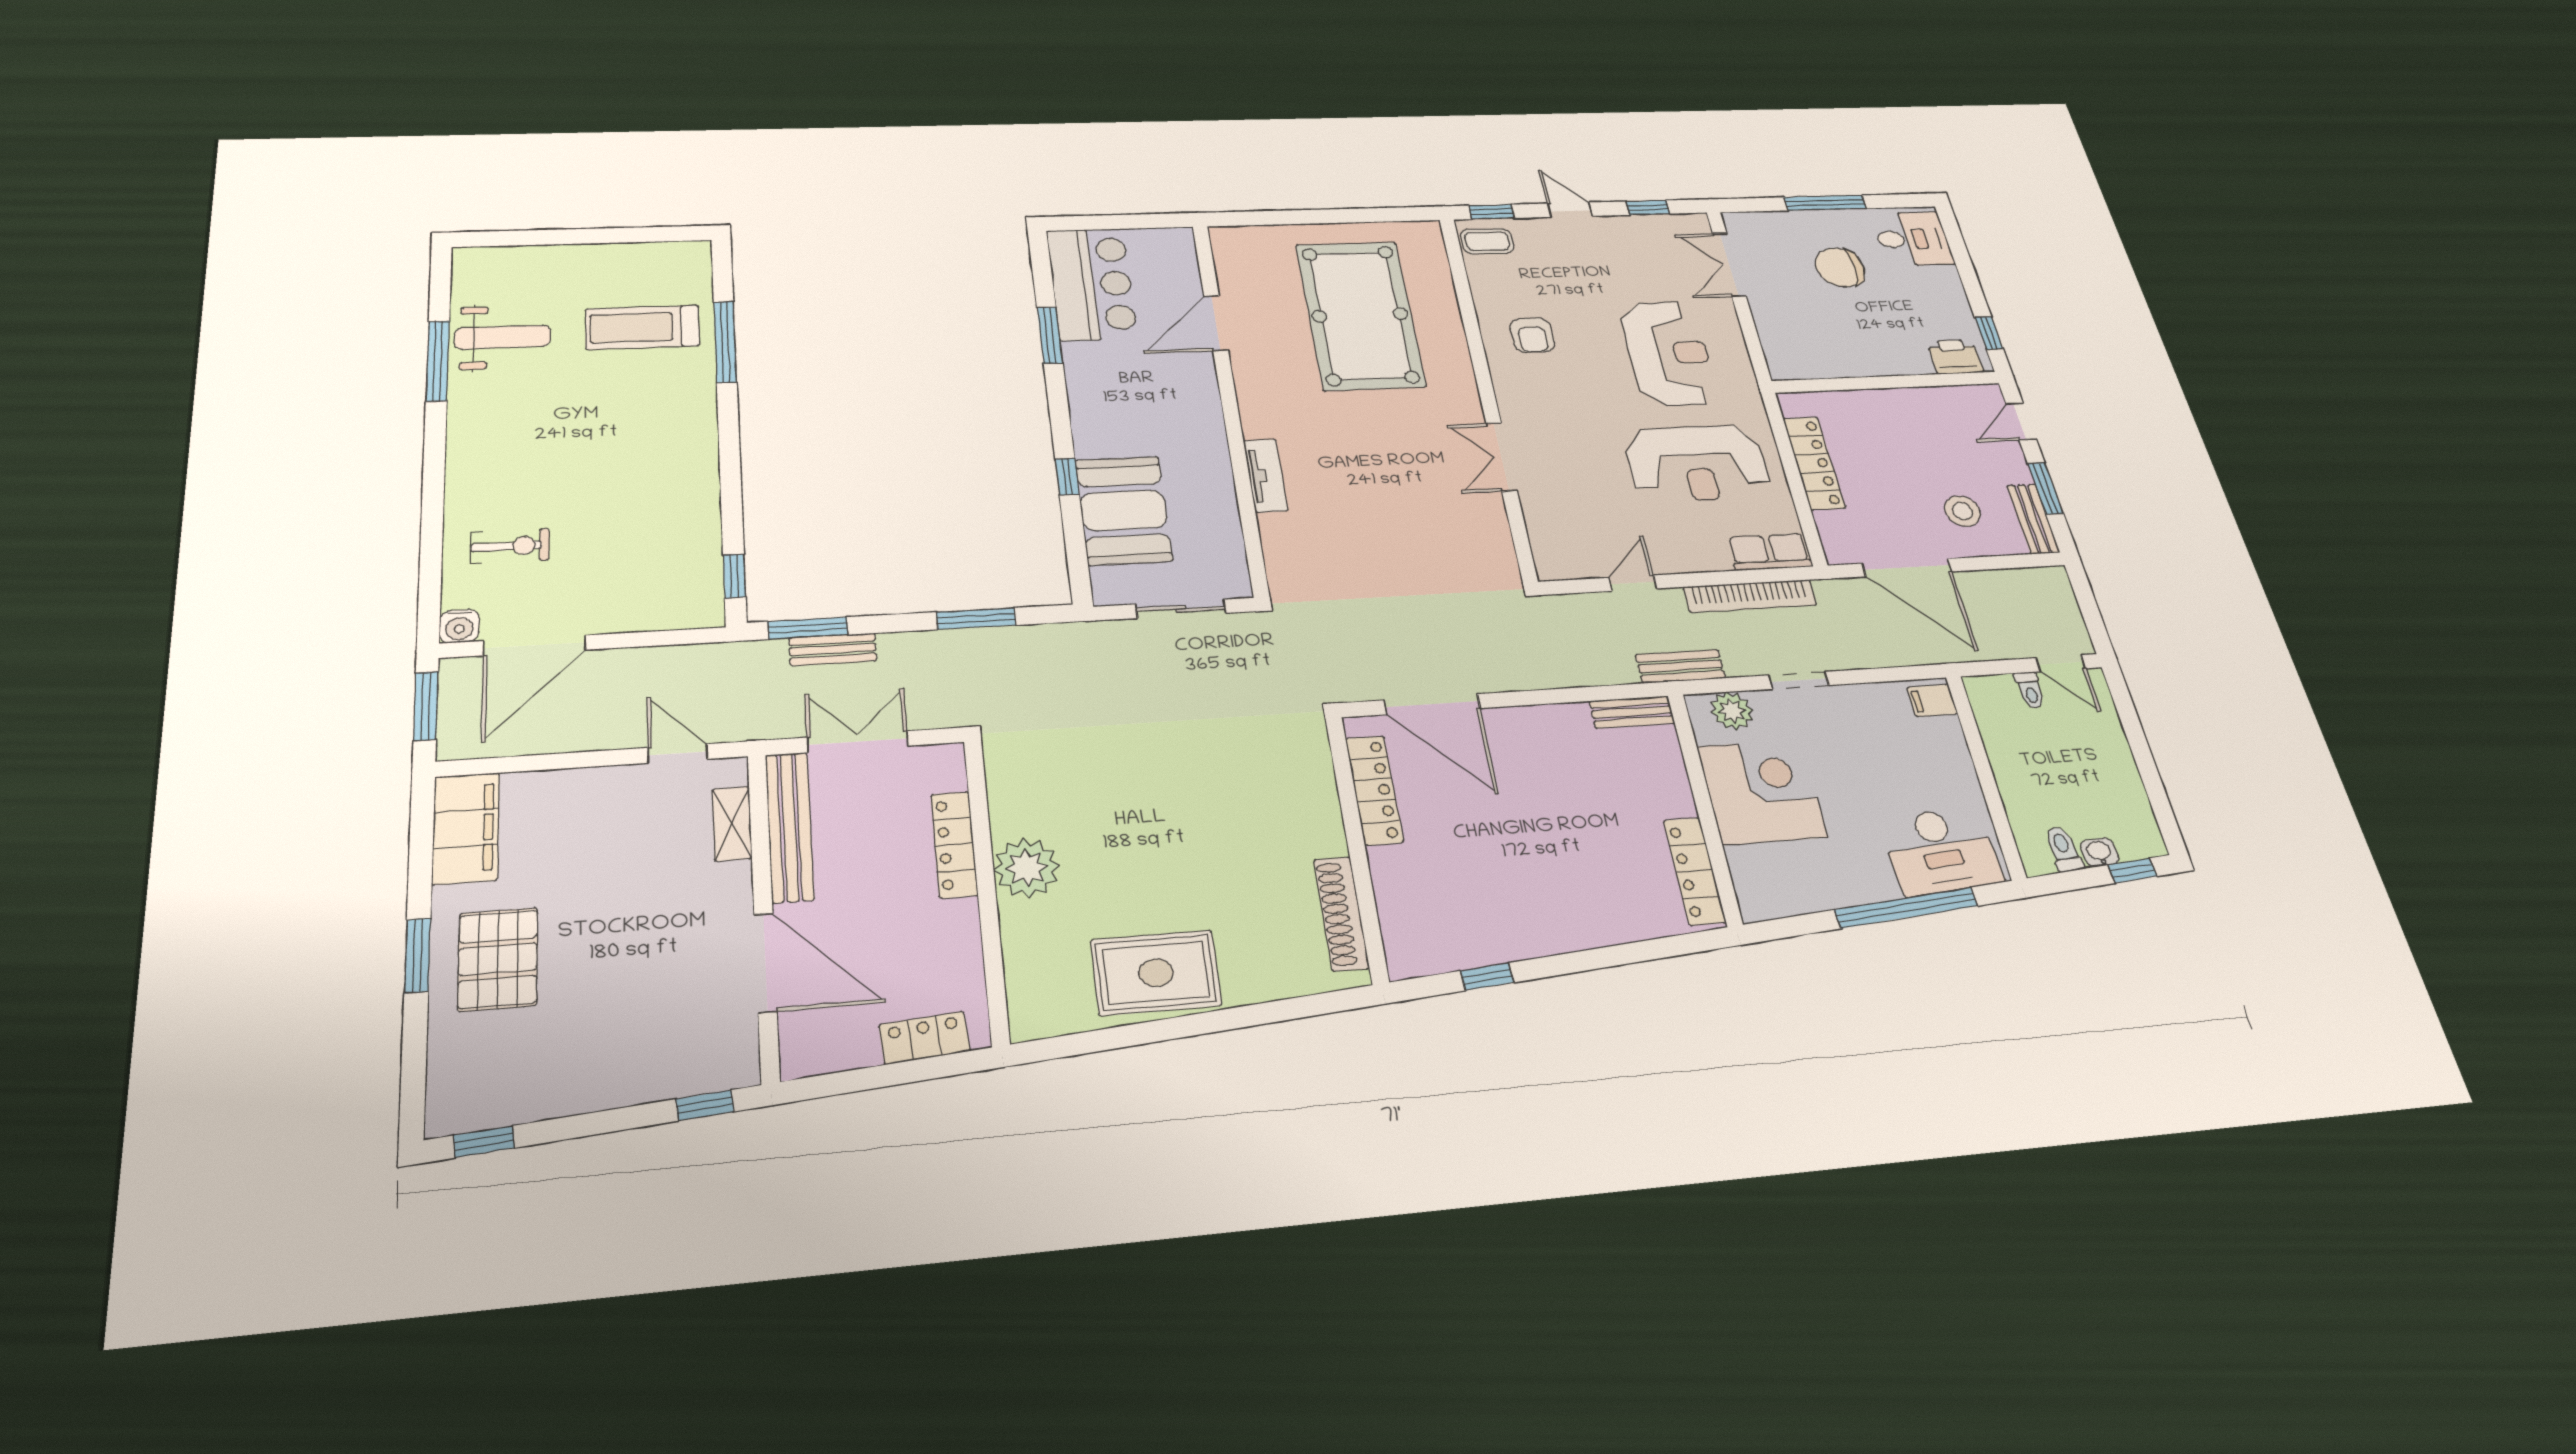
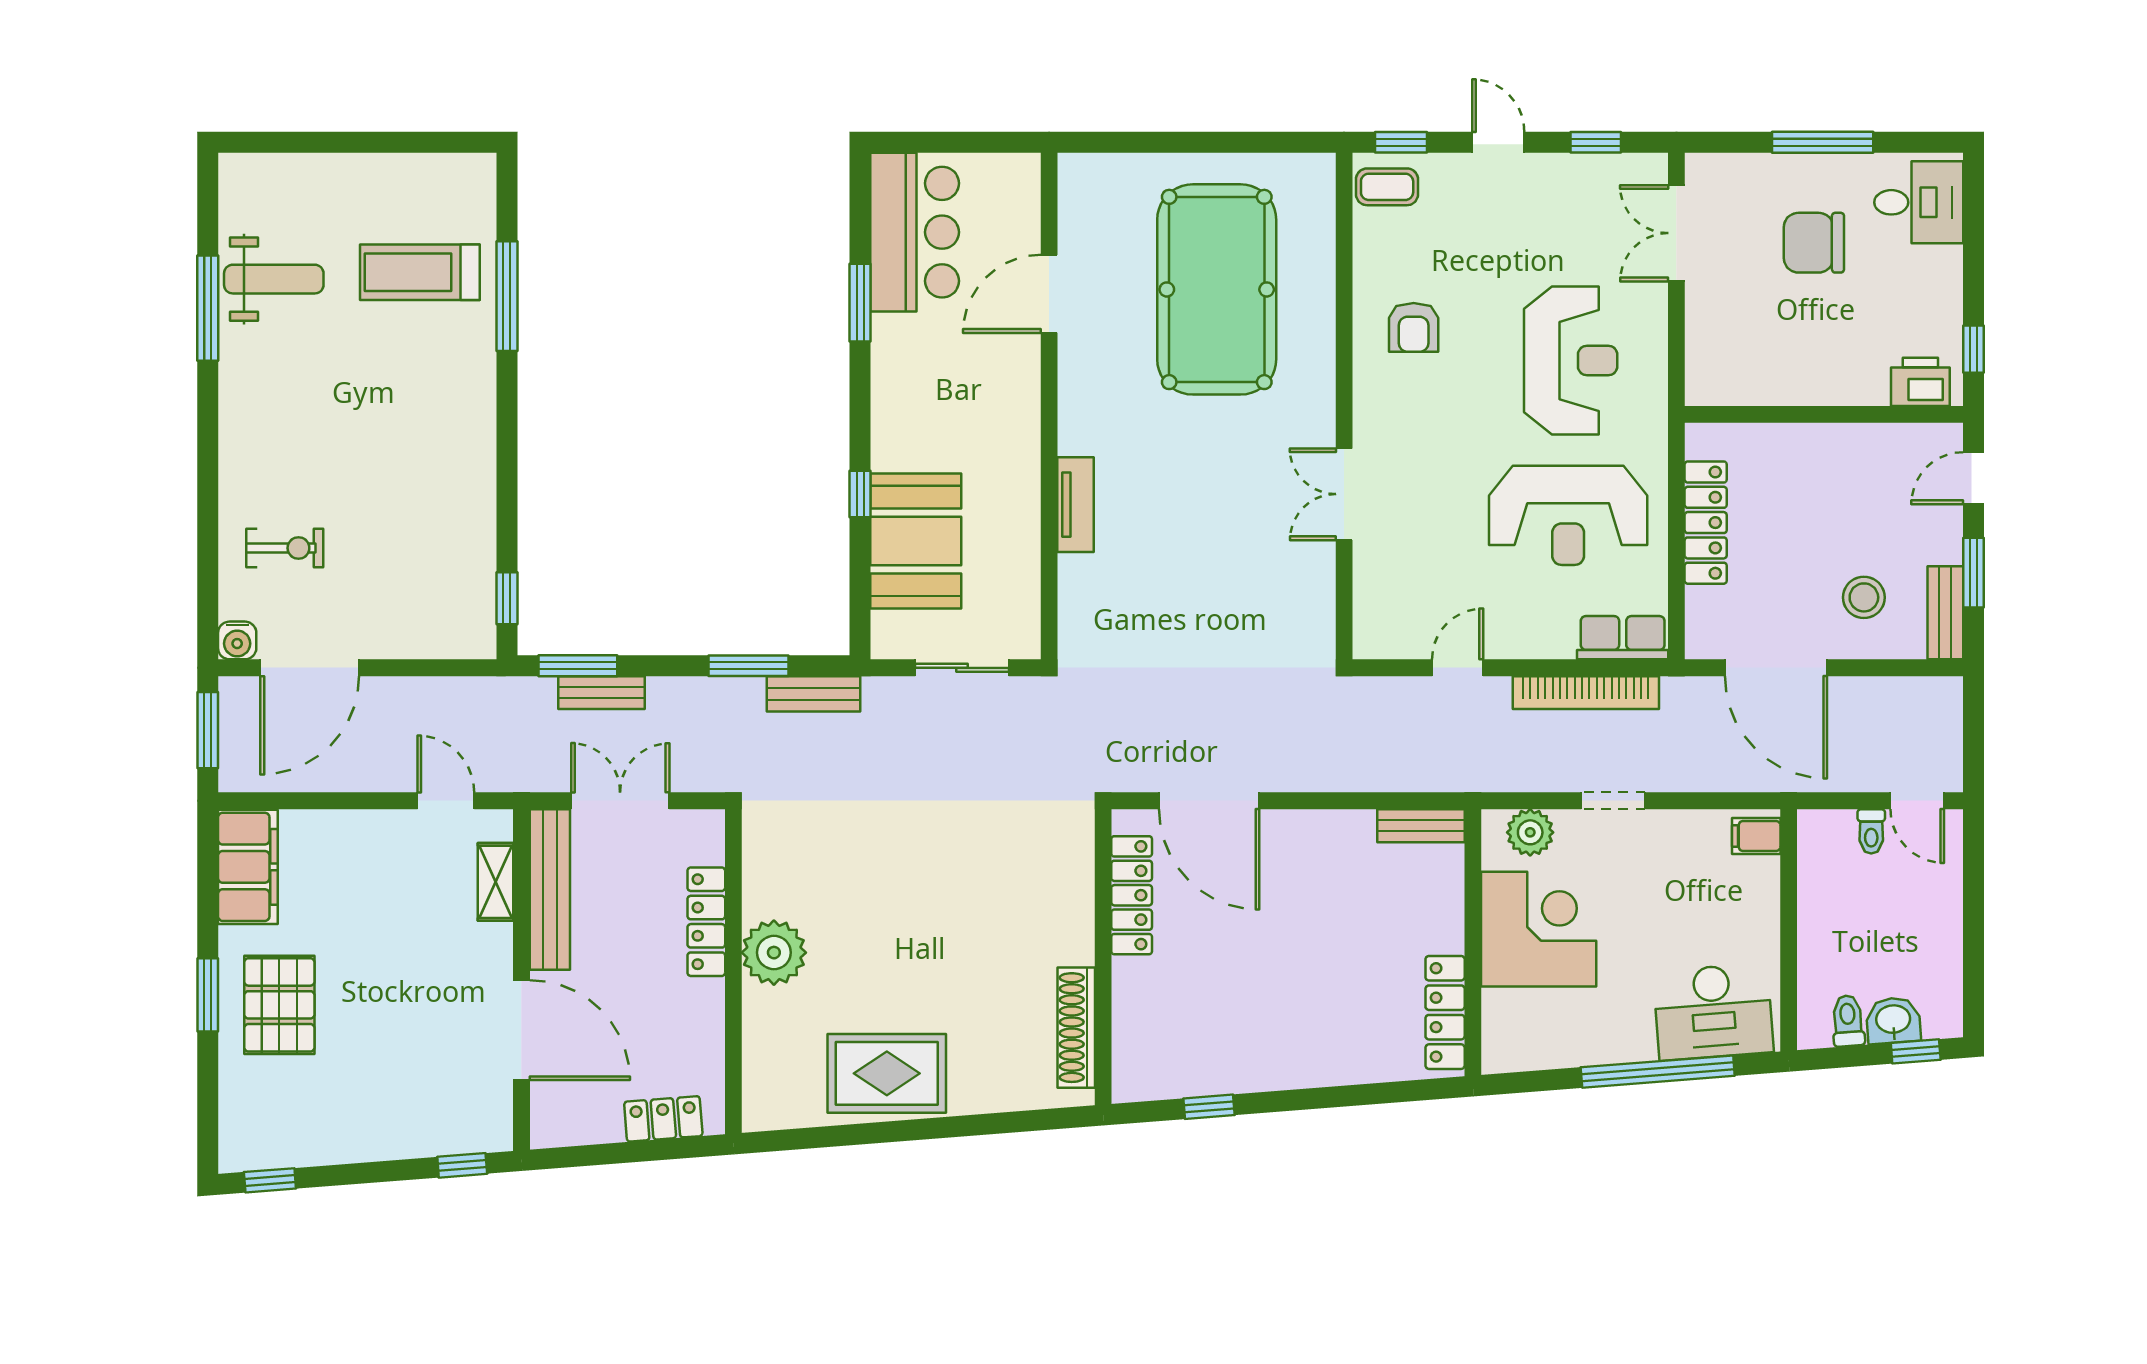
bench: (1680, 666) -> (813, 694), moved
washbasin: (2099, 852) -> (1893, 1020), width x1.38, depth x1.45

